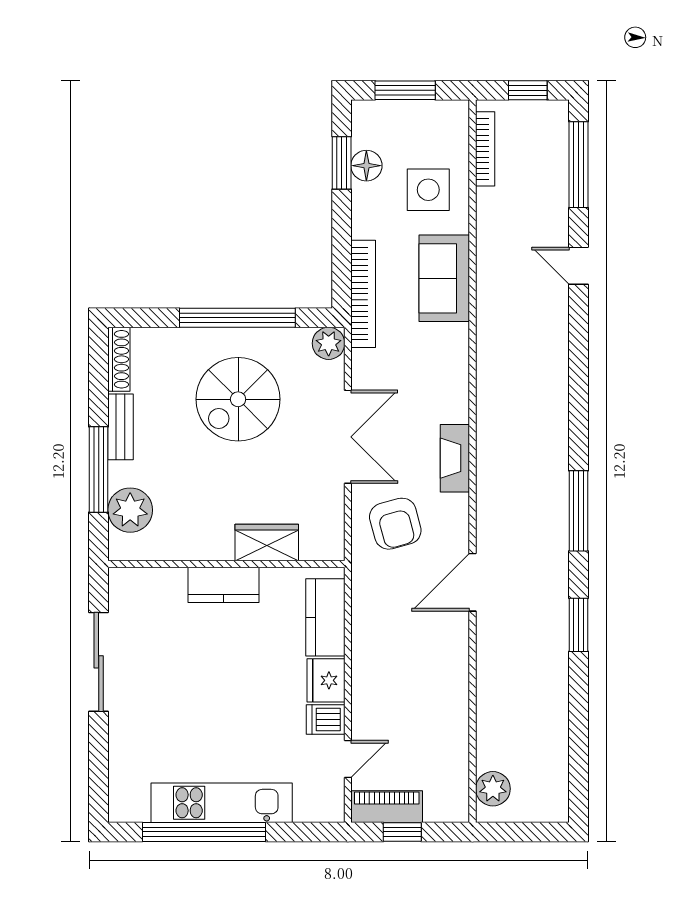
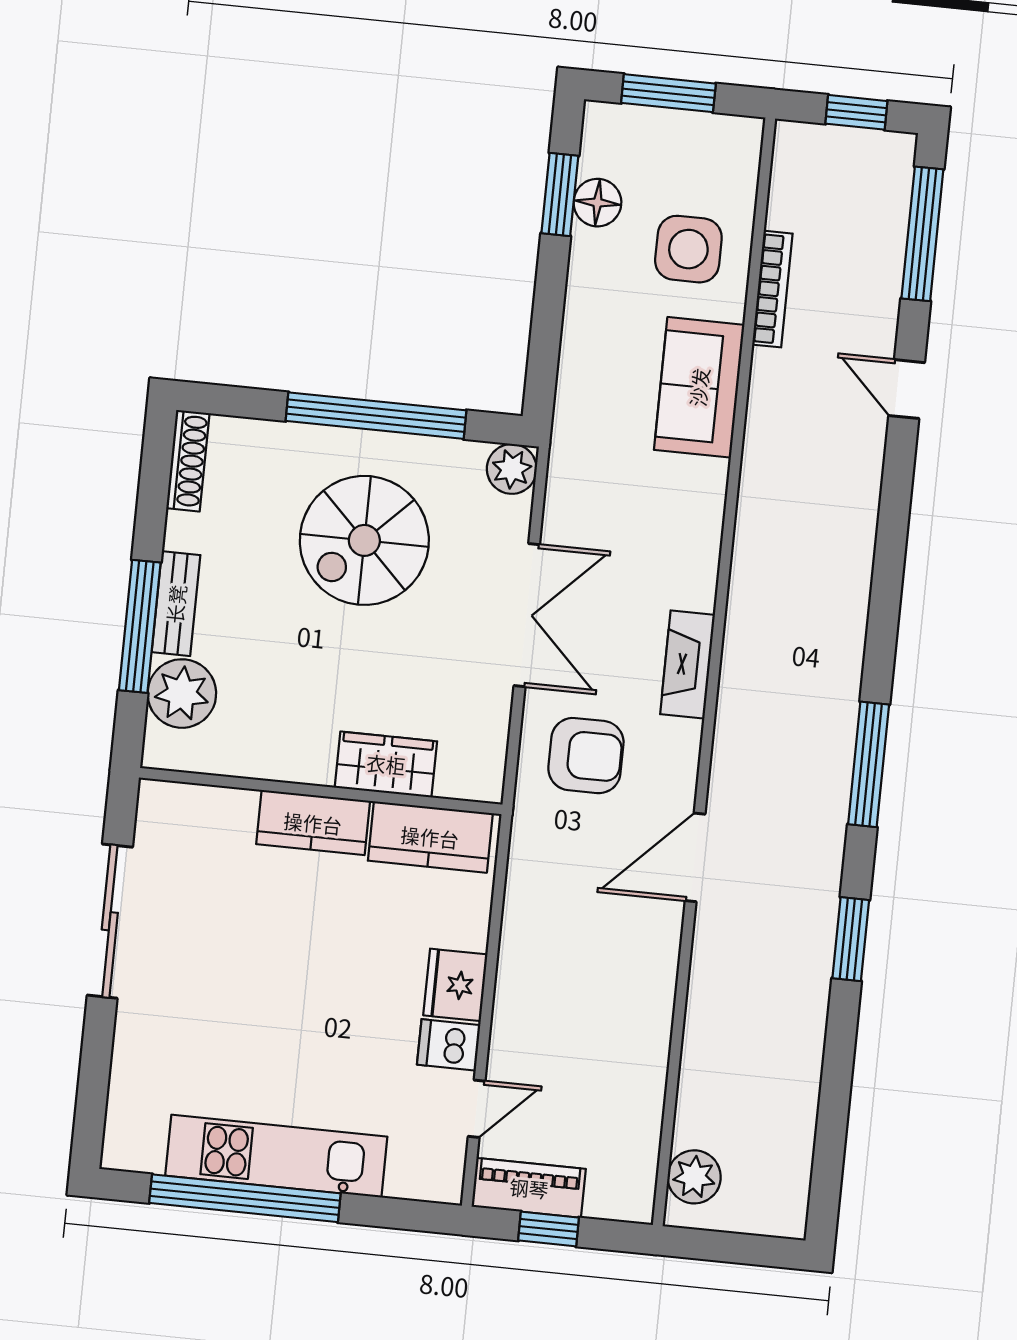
bookcase: (485, 149) -> (772, 289), moved
bookcase: (363, 294) -> (573, 399), removed
bench: (121, 427) -> (176, 604), moved
armchair: (395, 524) -> (586, 756), turned -75
kitchen counter: (325, 617) -> (430, 837), moved, turned -90

